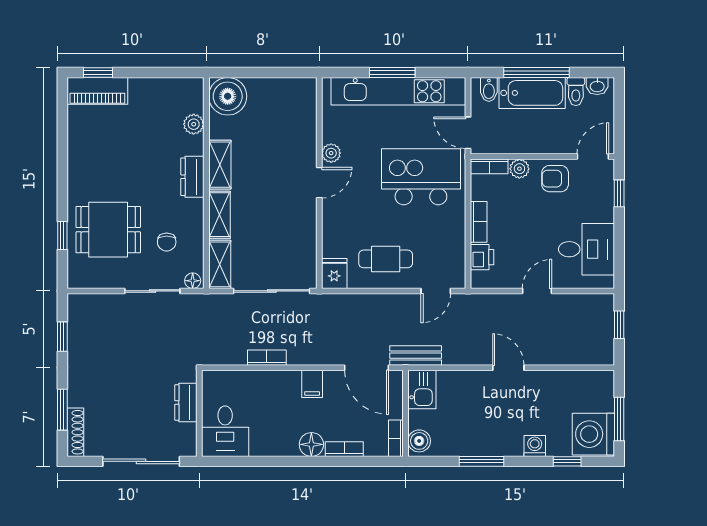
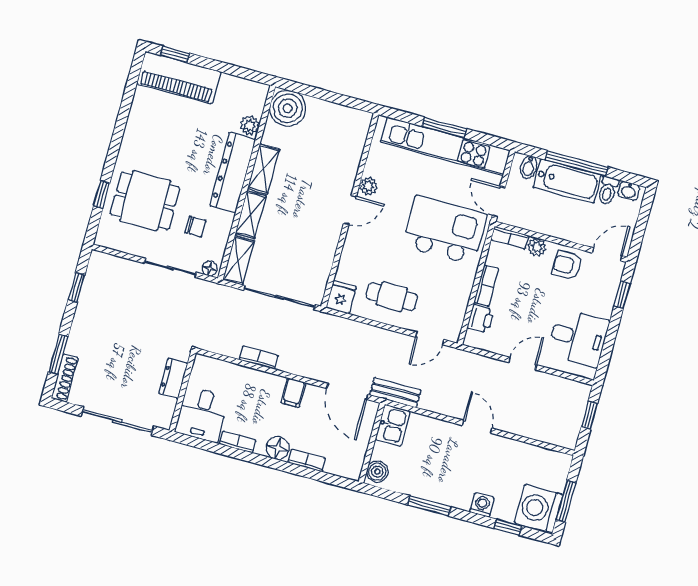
piano: (97, 91) -> (179, 78), width x1.37, depth x1.33
dresser: (192, 177) -> (233, 172), width x1.96, depth x1.24
chair: (167, 242) -> (196, 227), turned -90
bookcase: (396, 438) -> (238, 442), moved, turned 90

